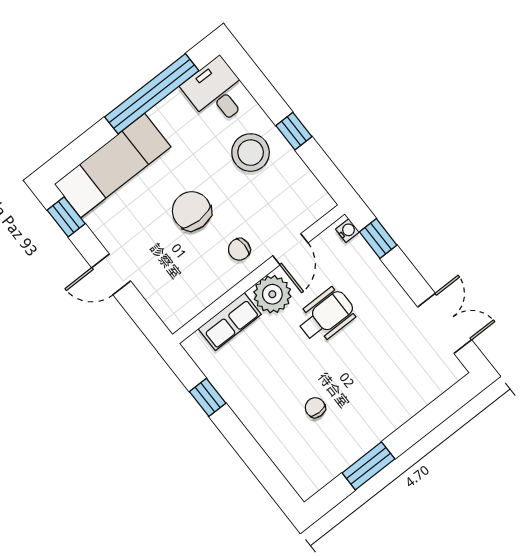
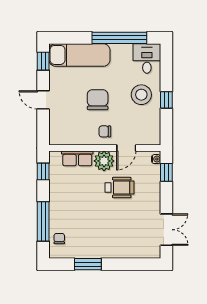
window: (208, 397) -> (43, 171), moved
chair: (315, 408) -> (59, 239), moved
window: (252, 455) -> (43, 221), added

